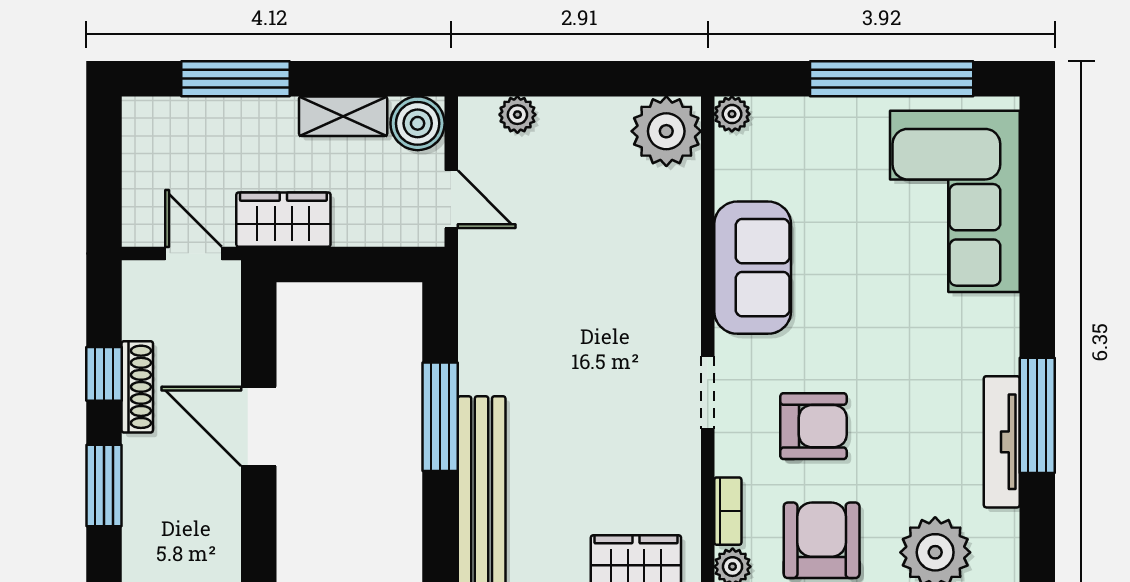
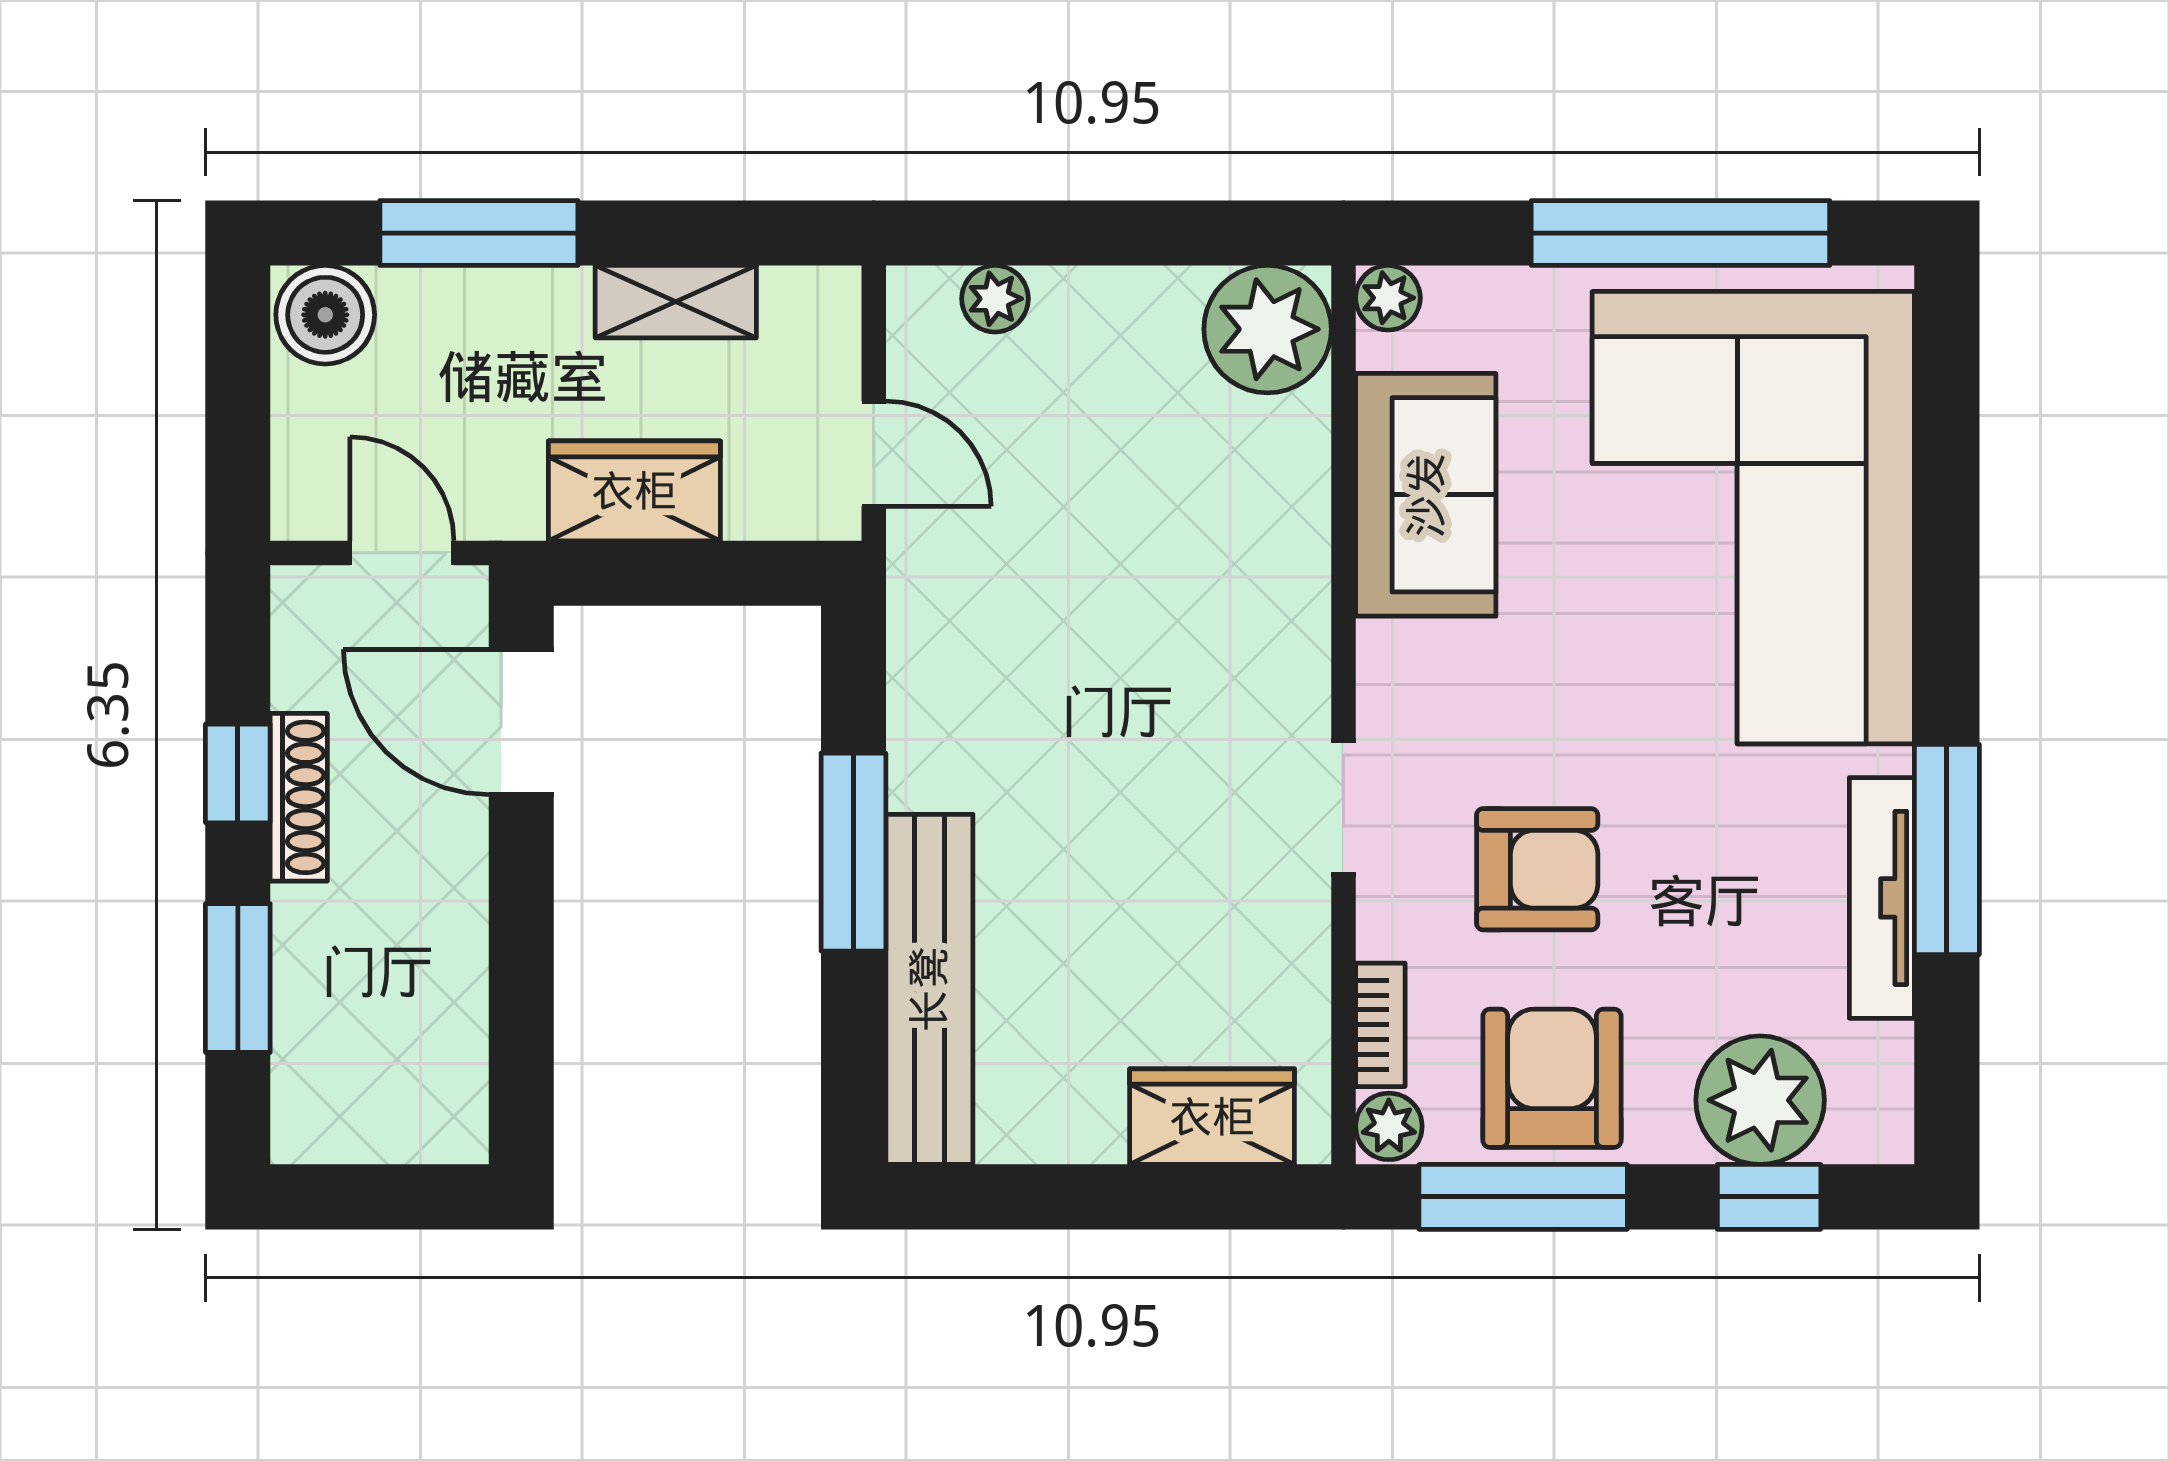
boiler: (418, 123) -> (325, 315), moved
corner sofa: (955, 201) -> (1753, 518), width x1.36, depth x1.36
wardrobe: (283, 220) -> (634, 491), moved
sofa: (753, 268) -> (1426, 495), moved
door: (259, 426) -> (521, 722), moved

